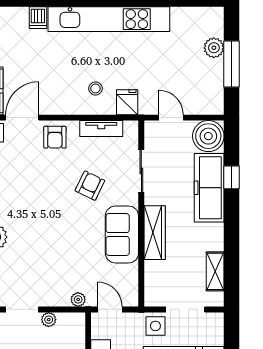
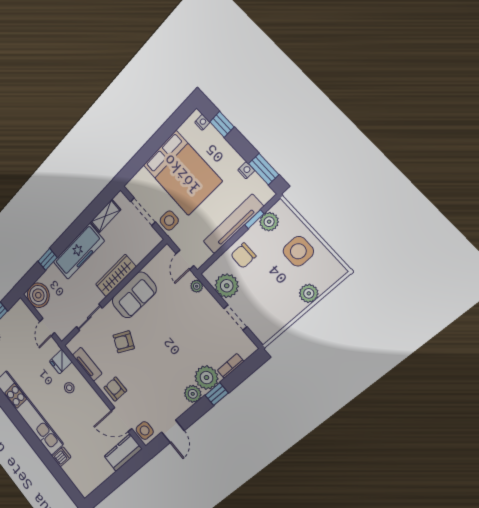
armchair: (55, 137) -> (115, 389), turned -90
freezer: (209, 188) -> (79, 251), moved
plant: (49, 320) -> (227, 286), width x1.88, depth x1.88

